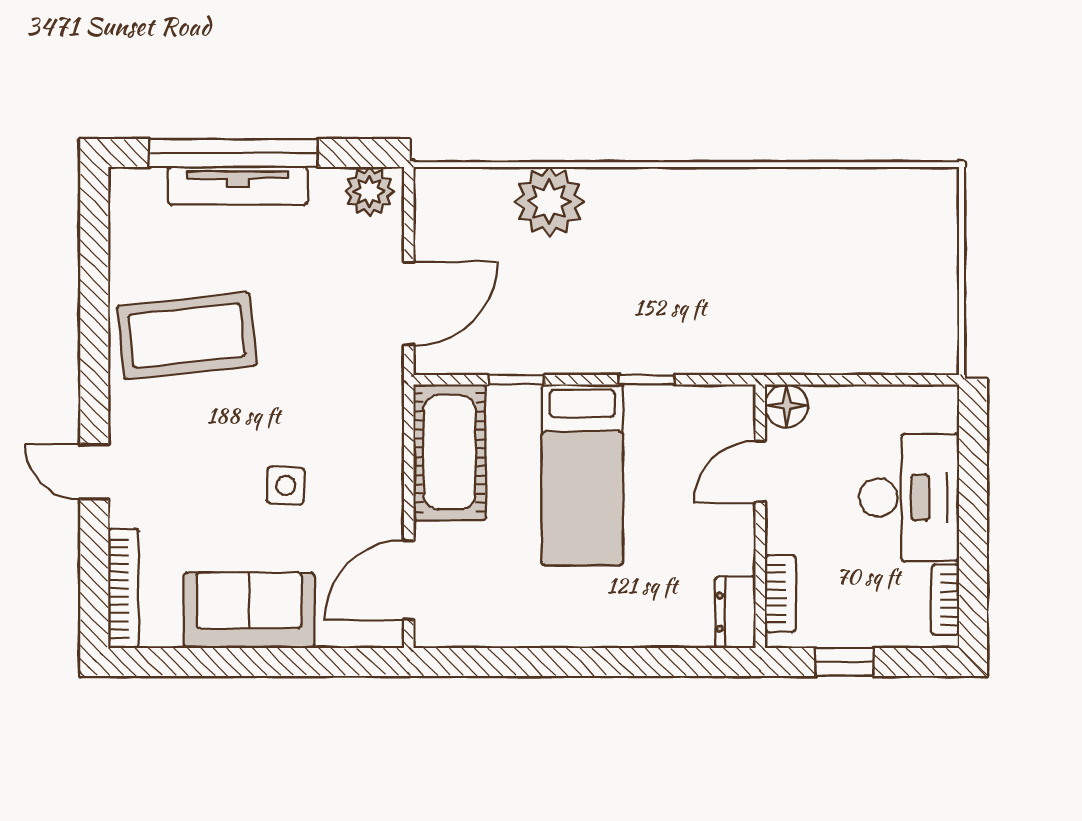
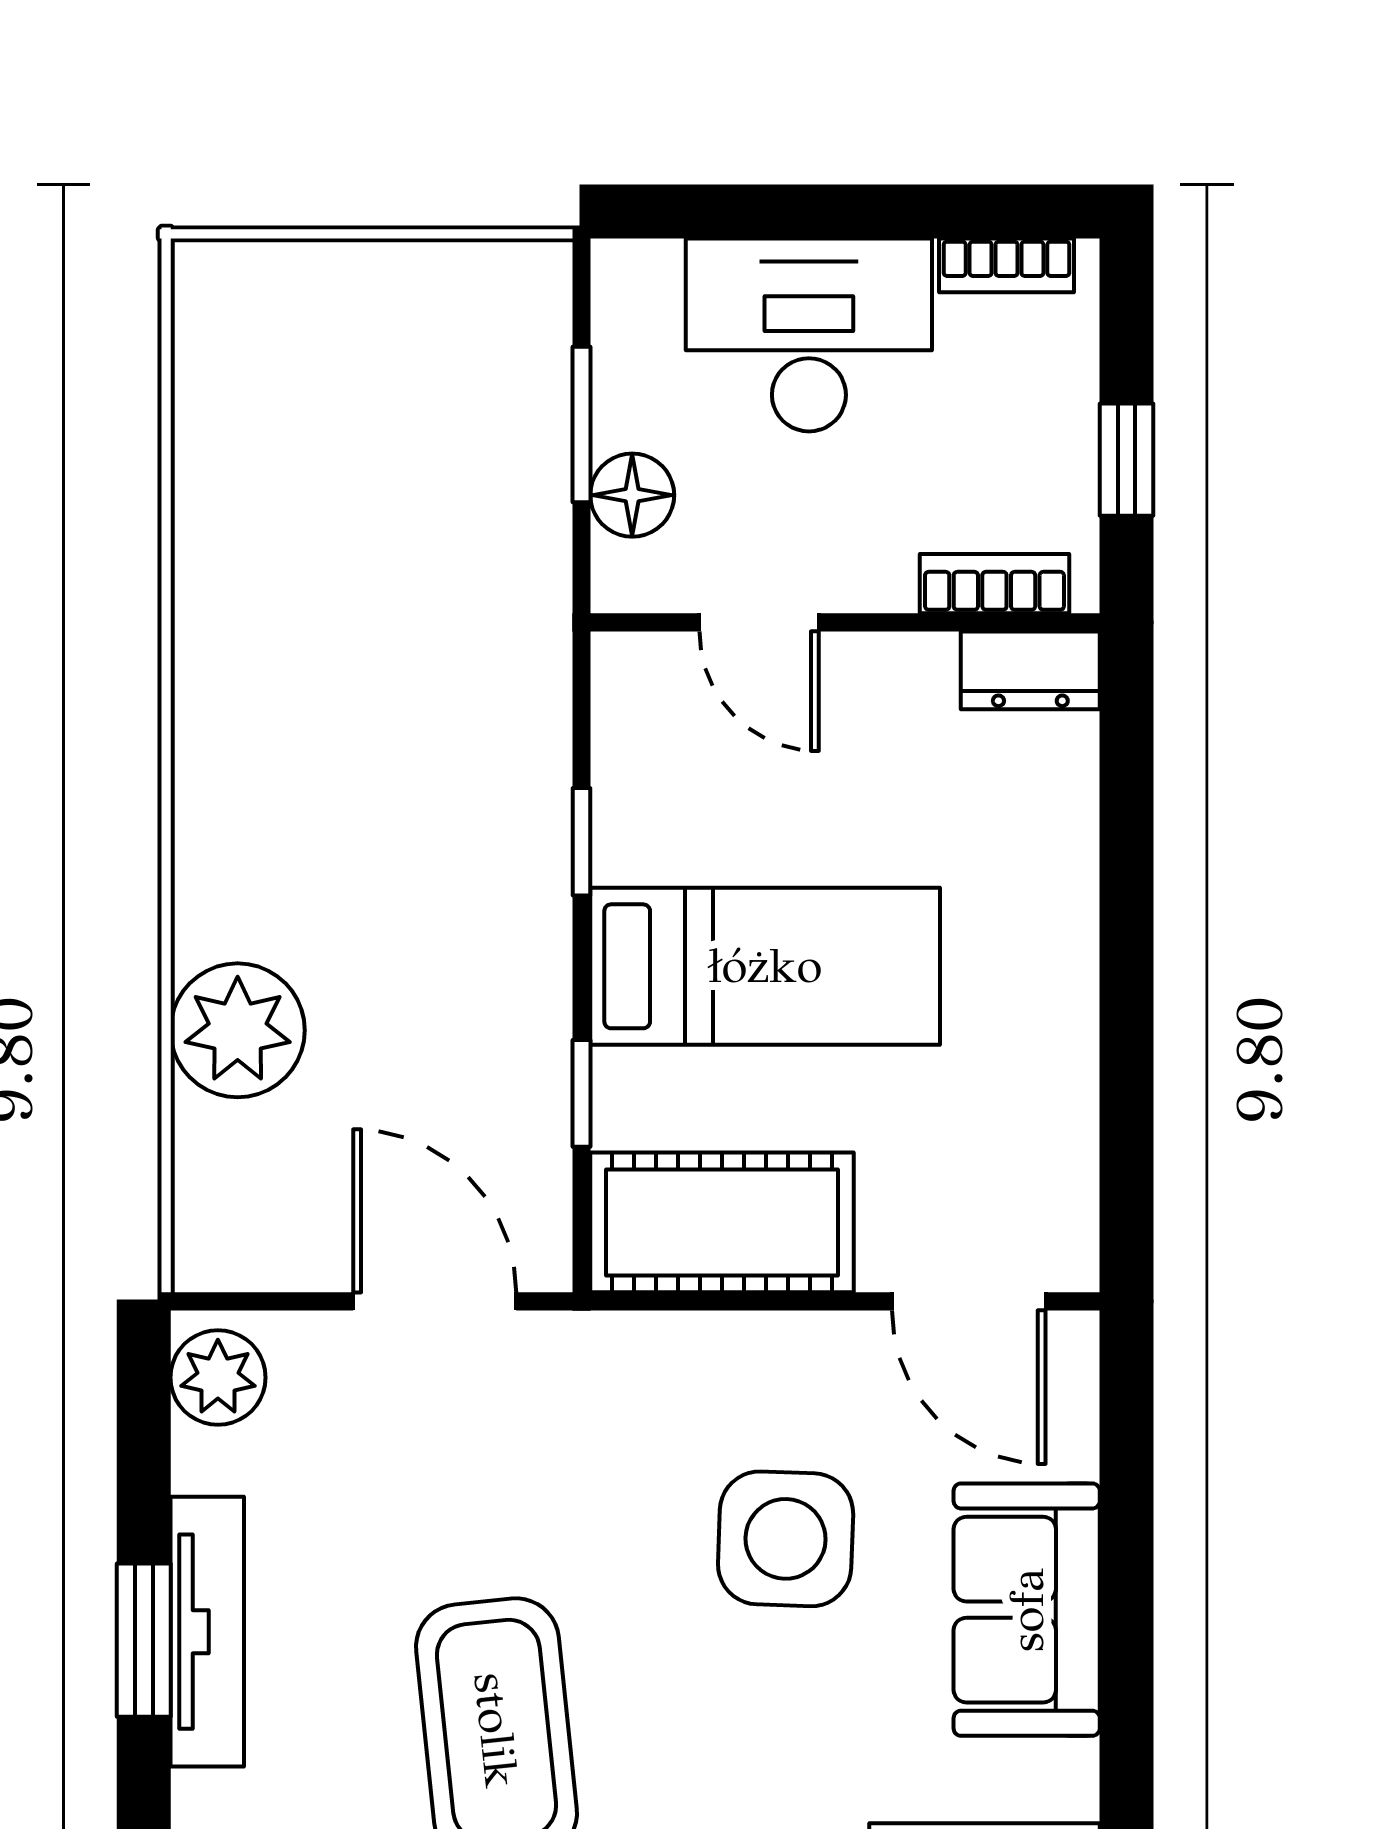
window: (233, 153) -> (144, 1640), width x0.47
window: (863, 380) -> (582, 425), added
floor lamp: (787, 406) -> (632, 495), moved
side table: (286, 485) -> (786, 1539), width x1.87, depth x1.87

